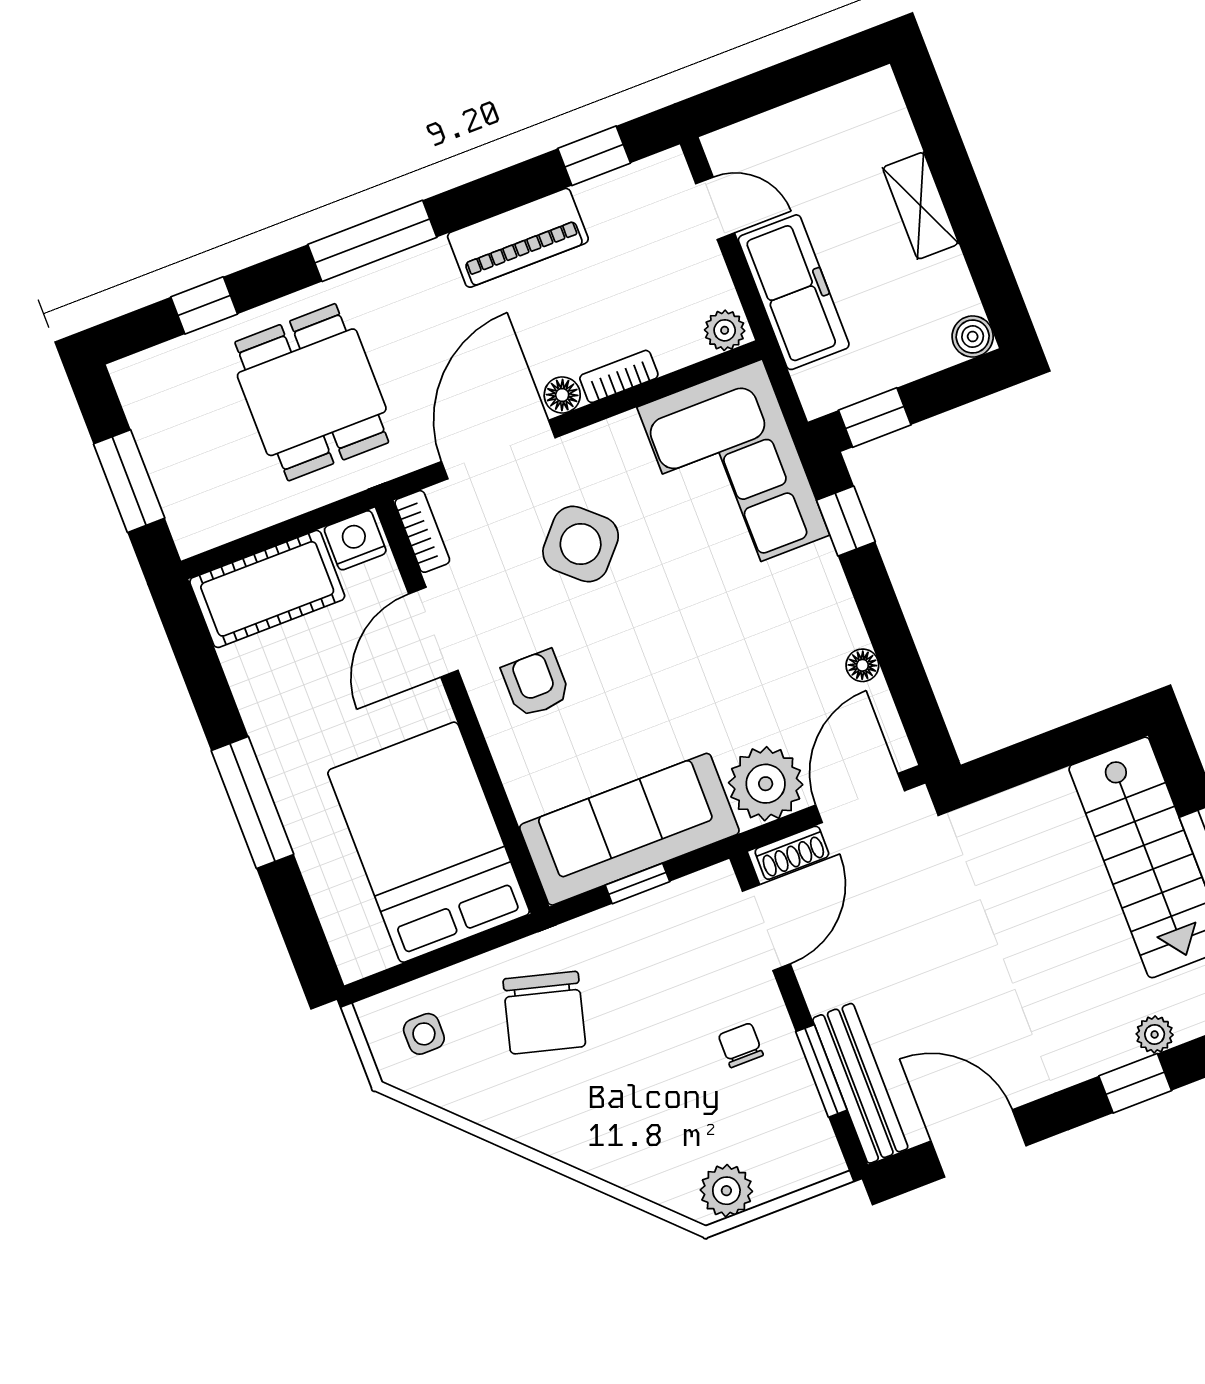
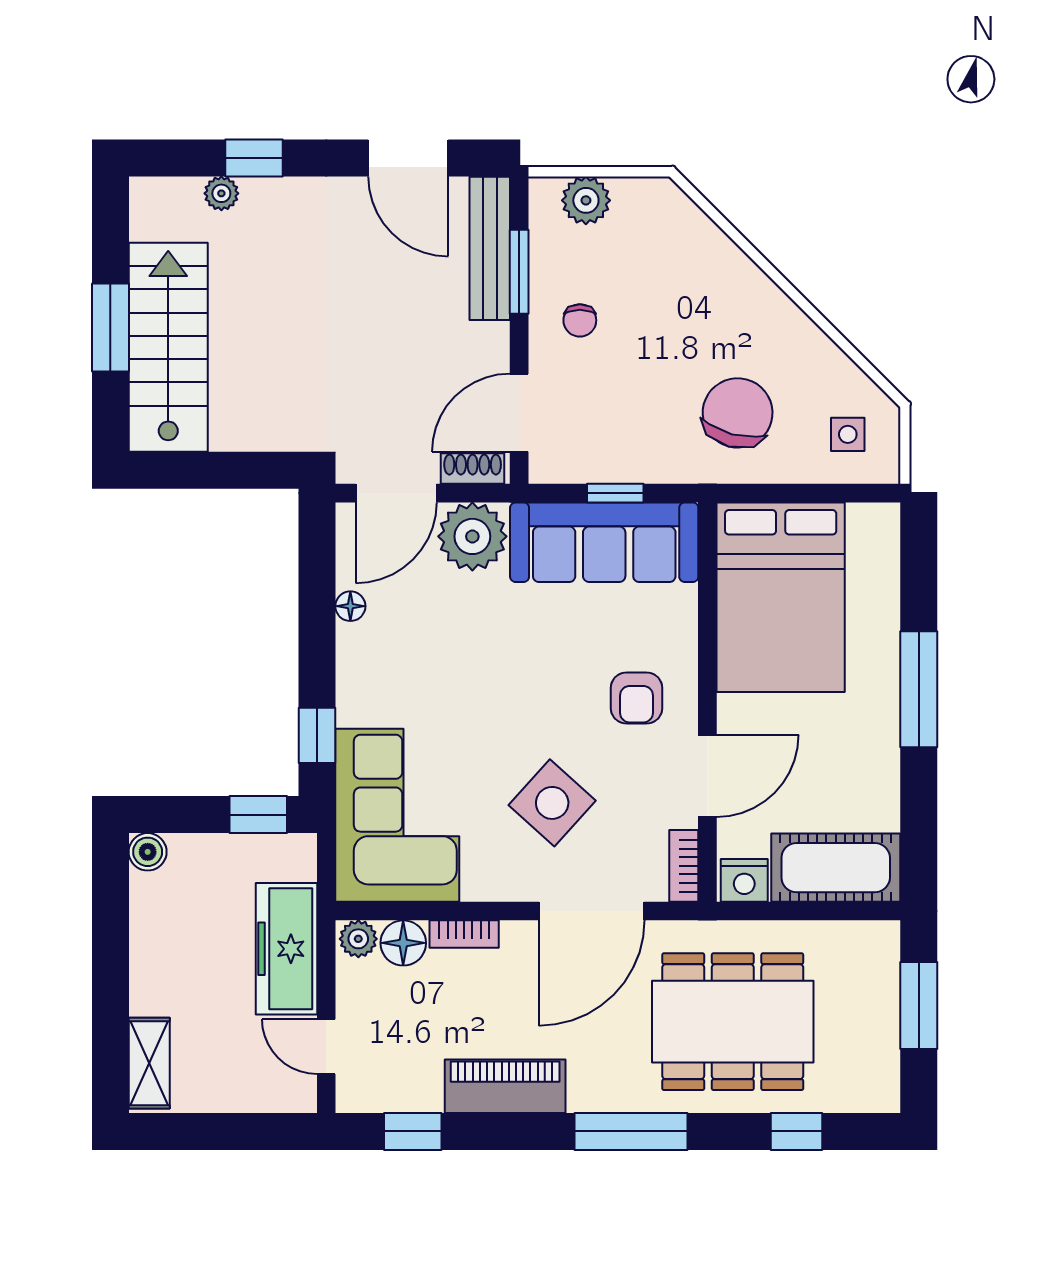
shelving: (921, 206) -> (149, 1063), moved
dining table: (312, 392) -> (733, 1022), width x1.38
floor lamp: (562, 395) -> (403, 943), moved, width x1.37, depth x1.37
plant: (726, 1191) -> (586, 200), moved

